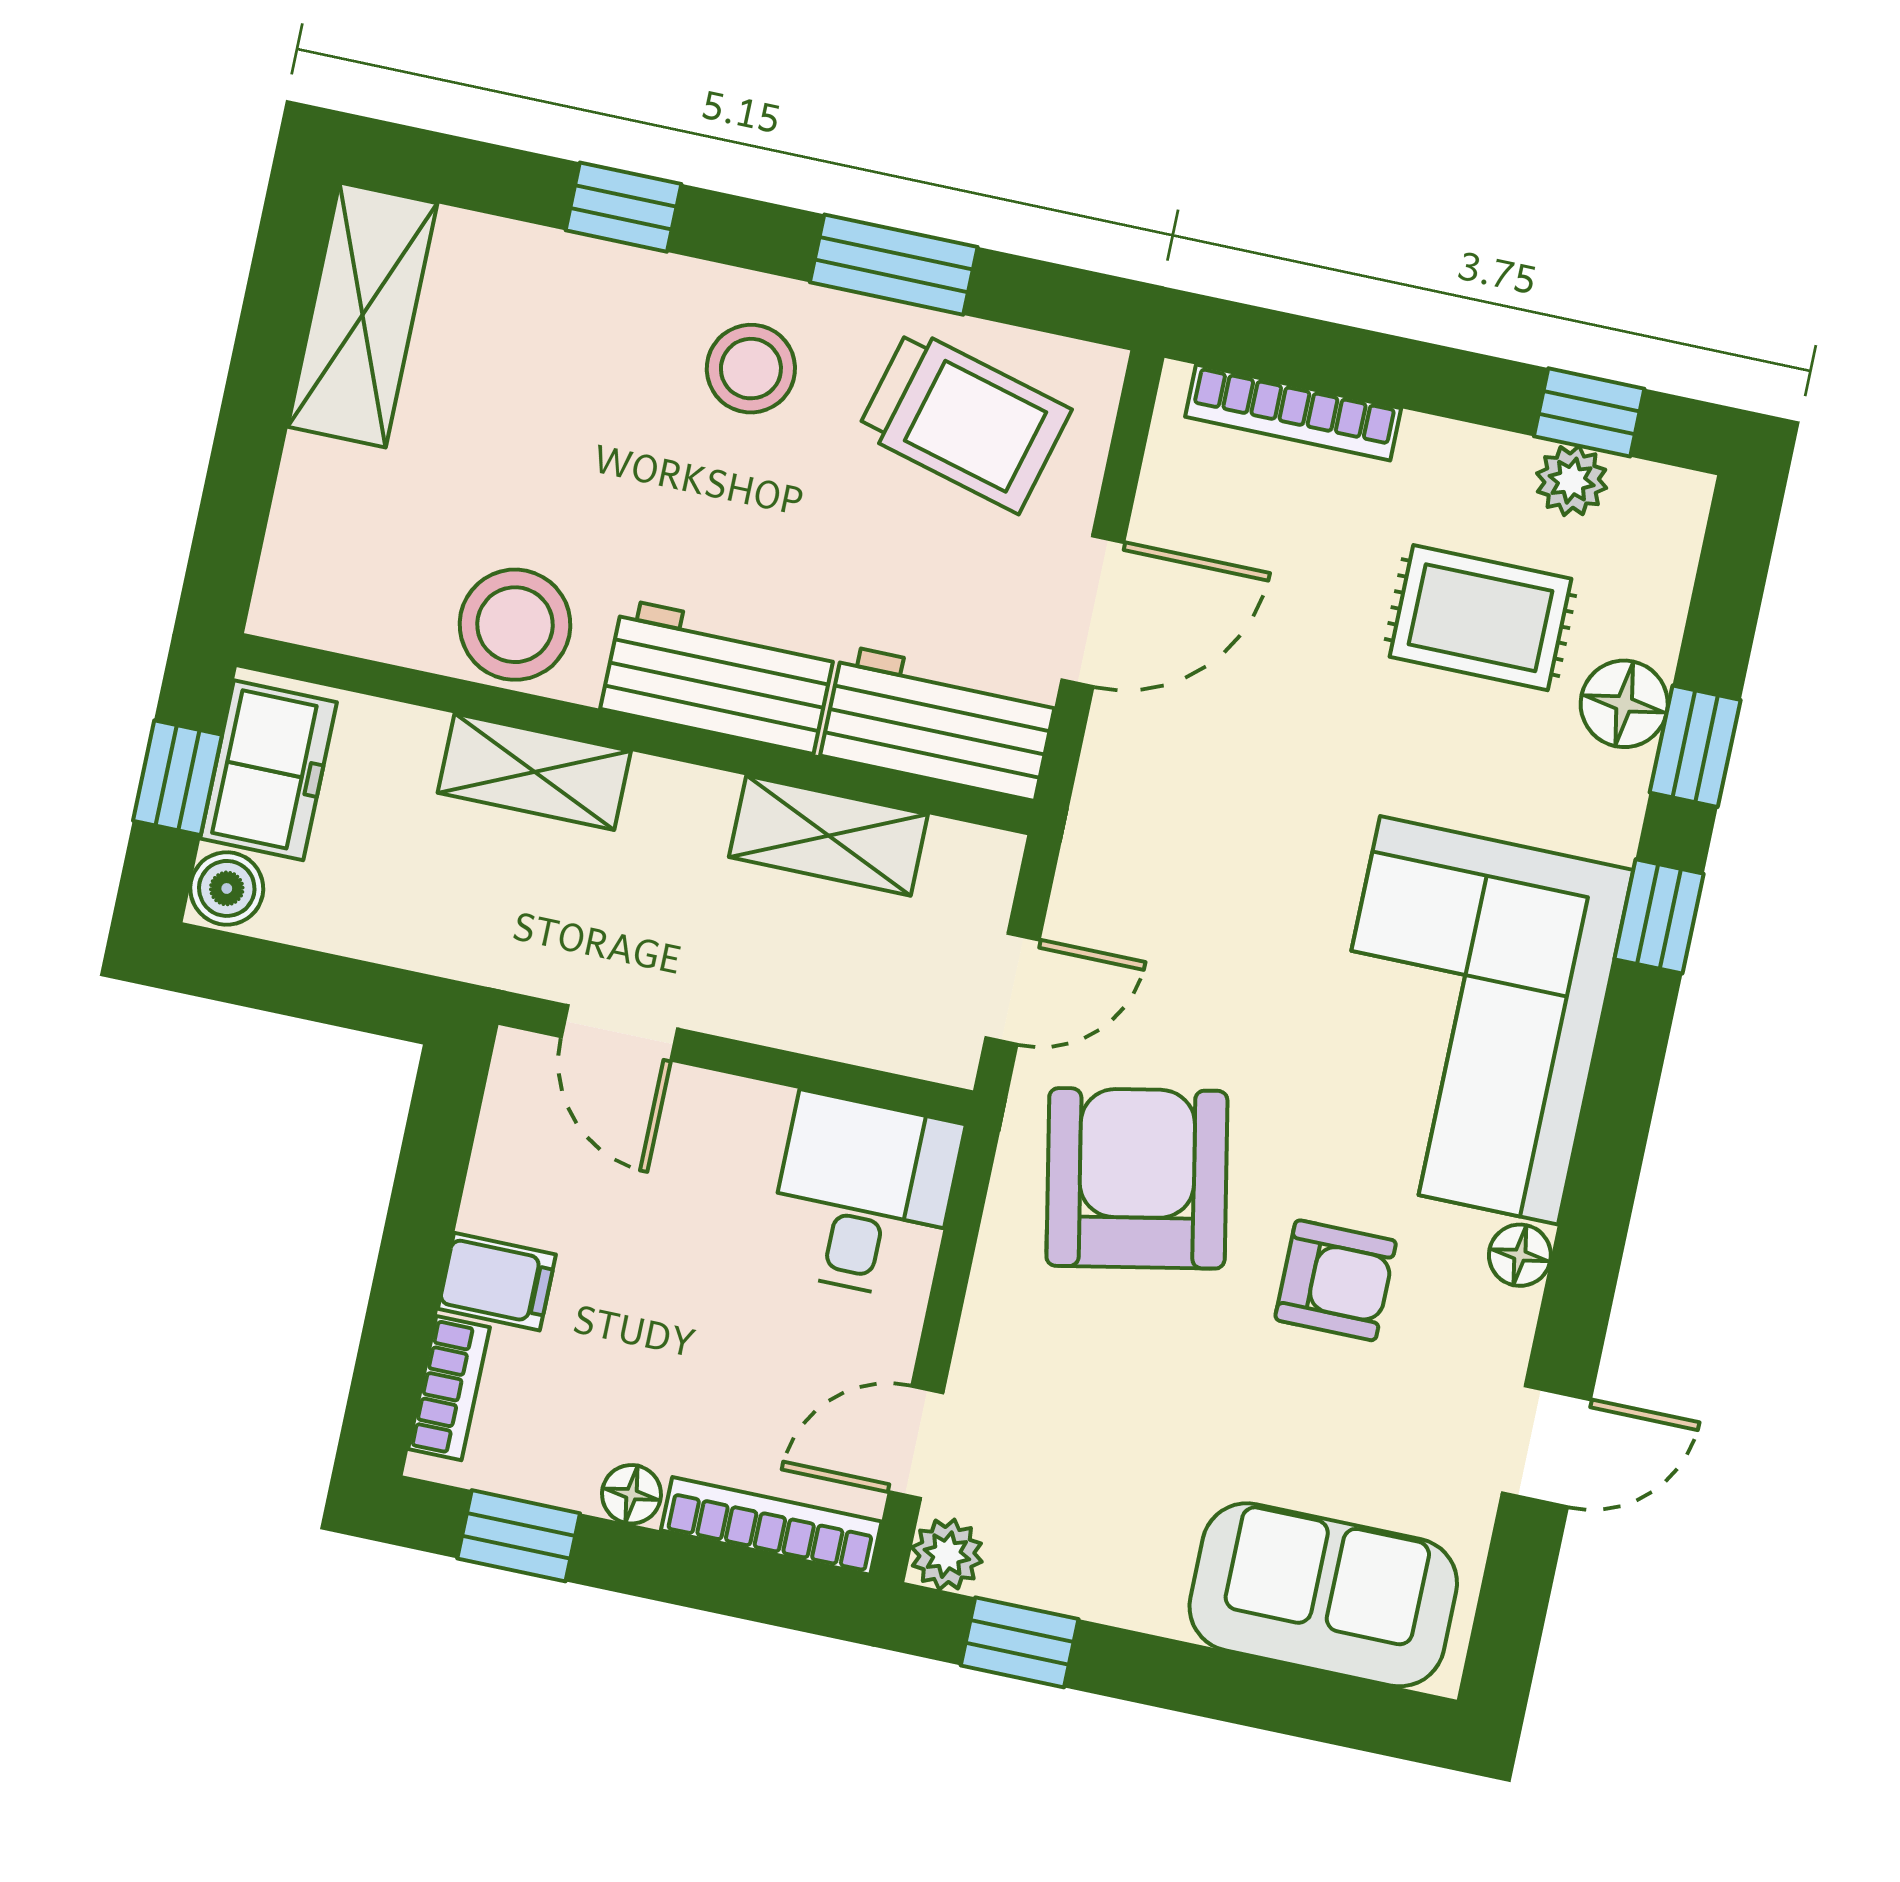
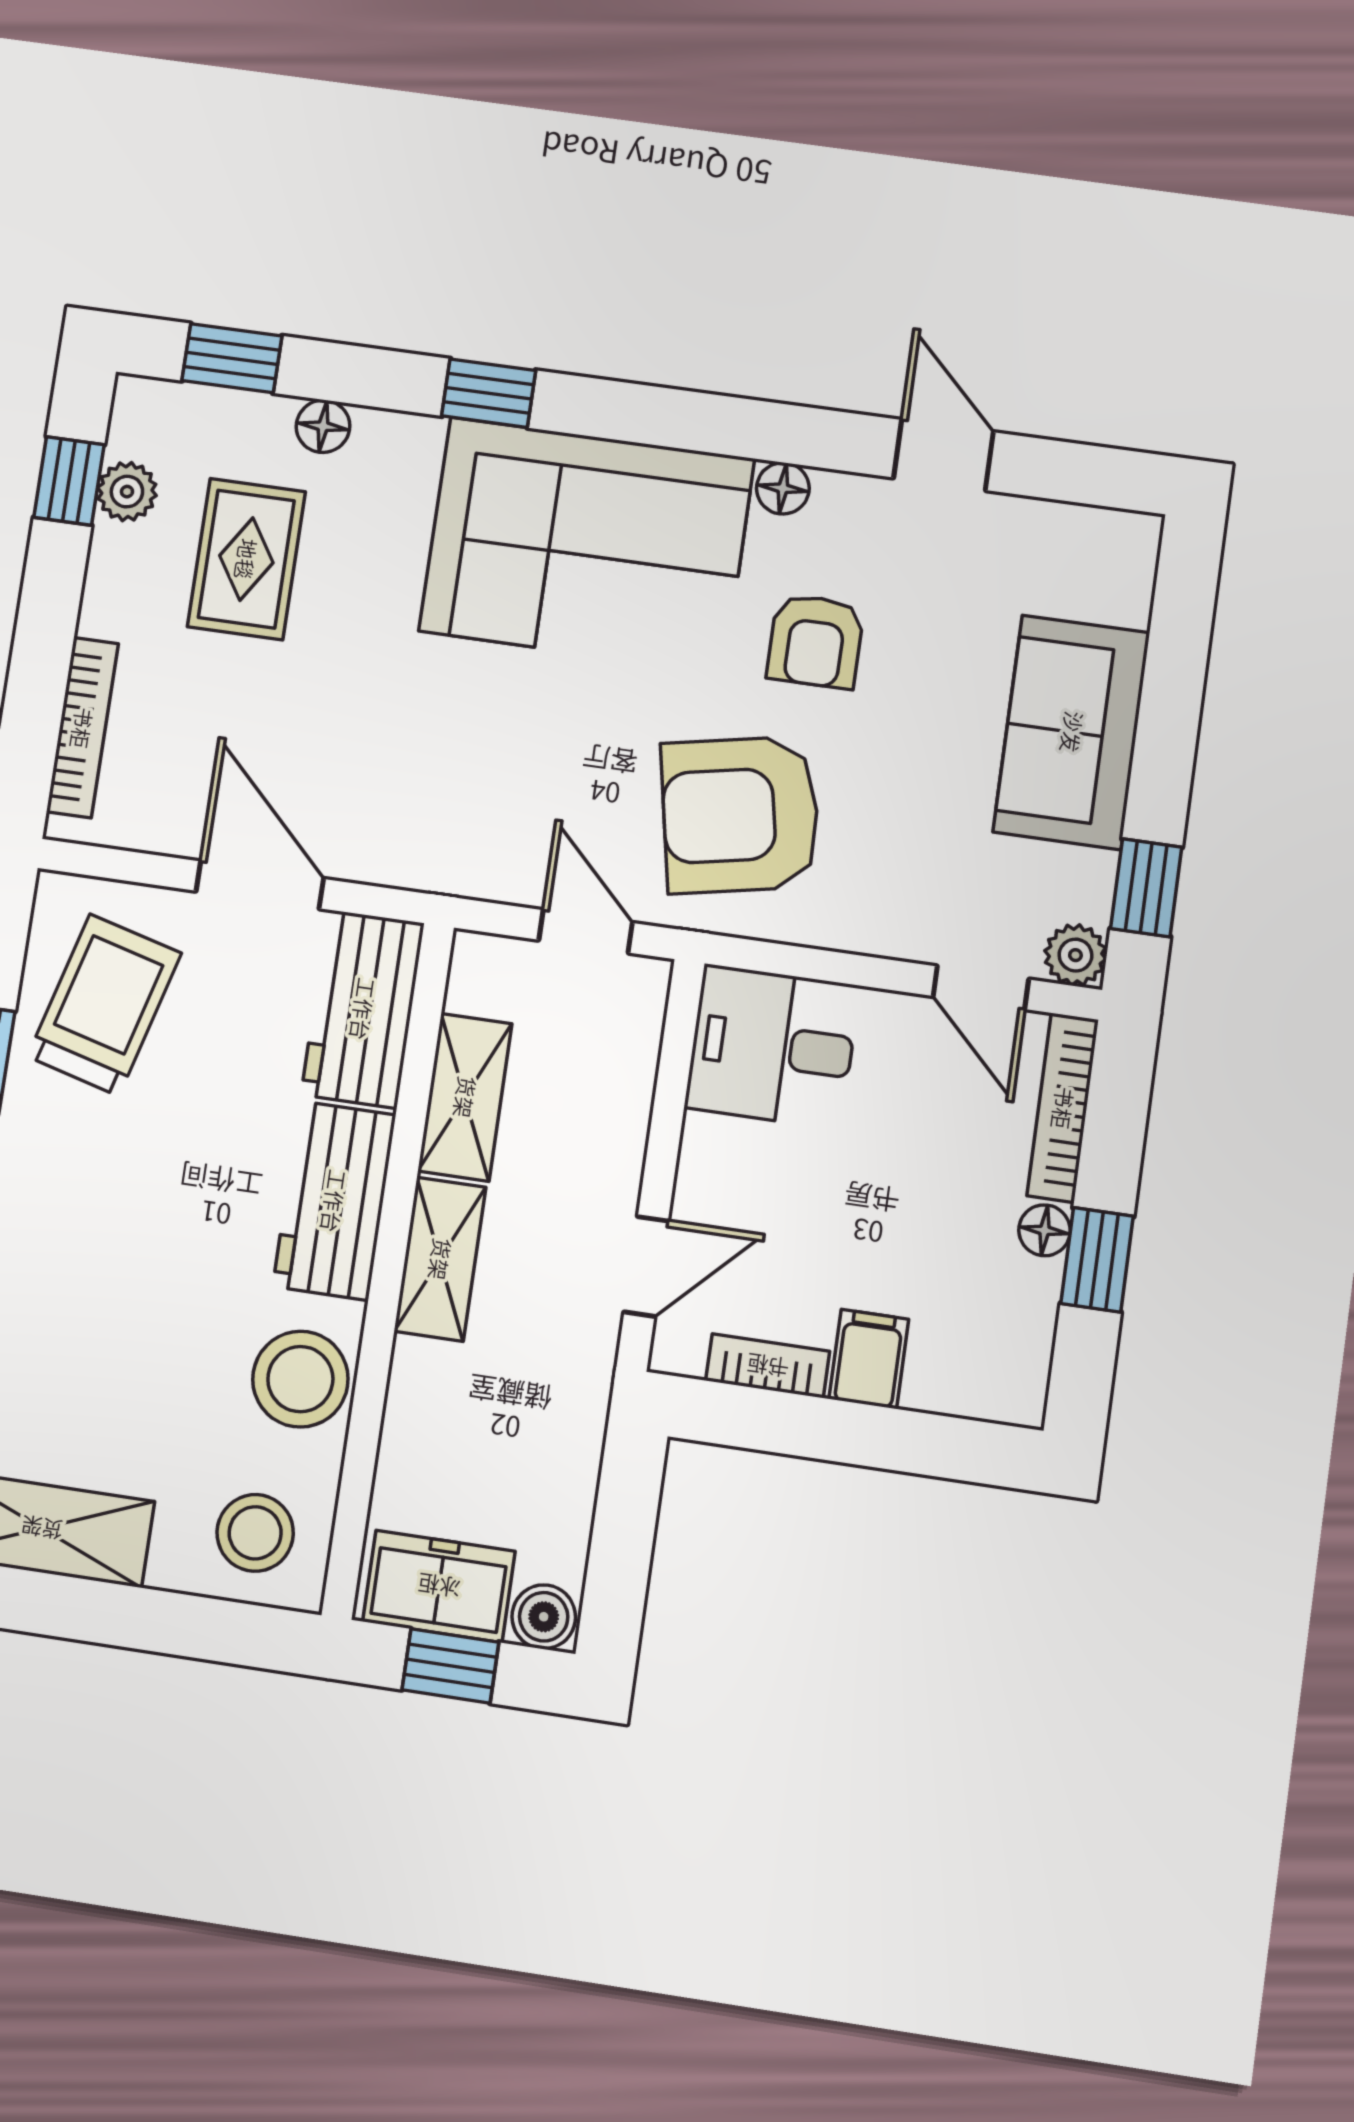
stool: (751, 369) -> (255, 1533), moved
floor lamp: (1624, 704) -> (323, 426), width x0.73, depth x0.73
window: (1695, 746) -> (232, 358), moved
shelving: (534, 772) -> (440, 1259), moved
armchair: (1336, 1280) -> (815, 641), turned 180
bookcase: (449, 1388) -> (768, 1366), moved
window: (519, 1536) -> (1097, 1260), moved
sofa: (1323, 1595) -> (1072, 732), moved

